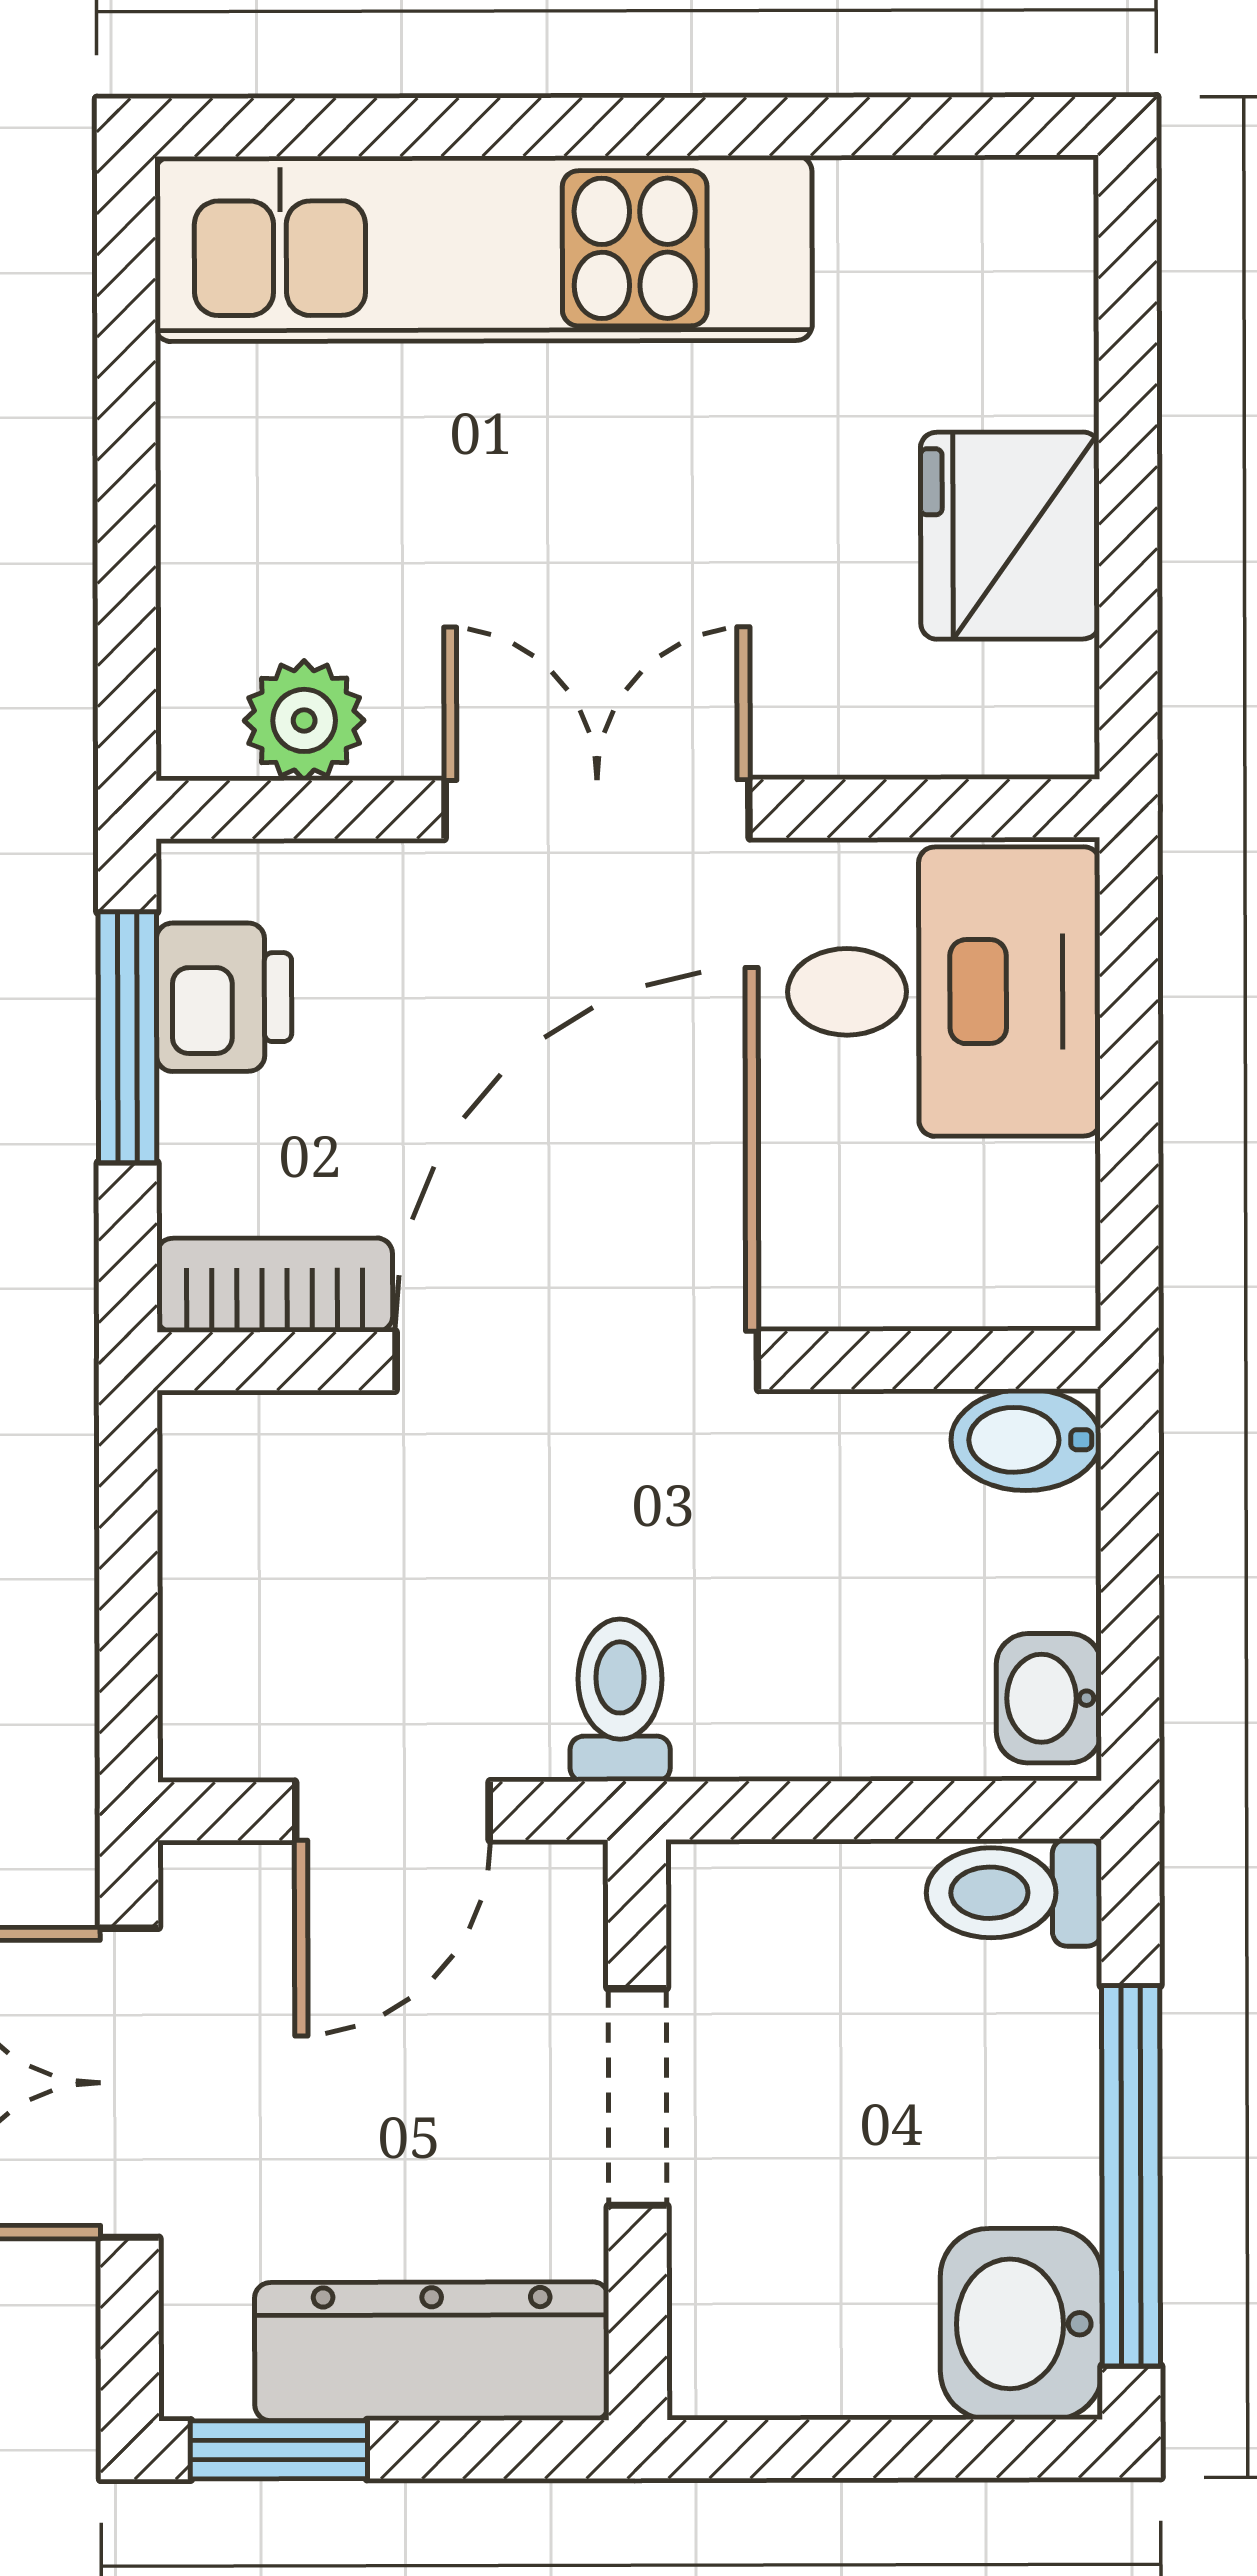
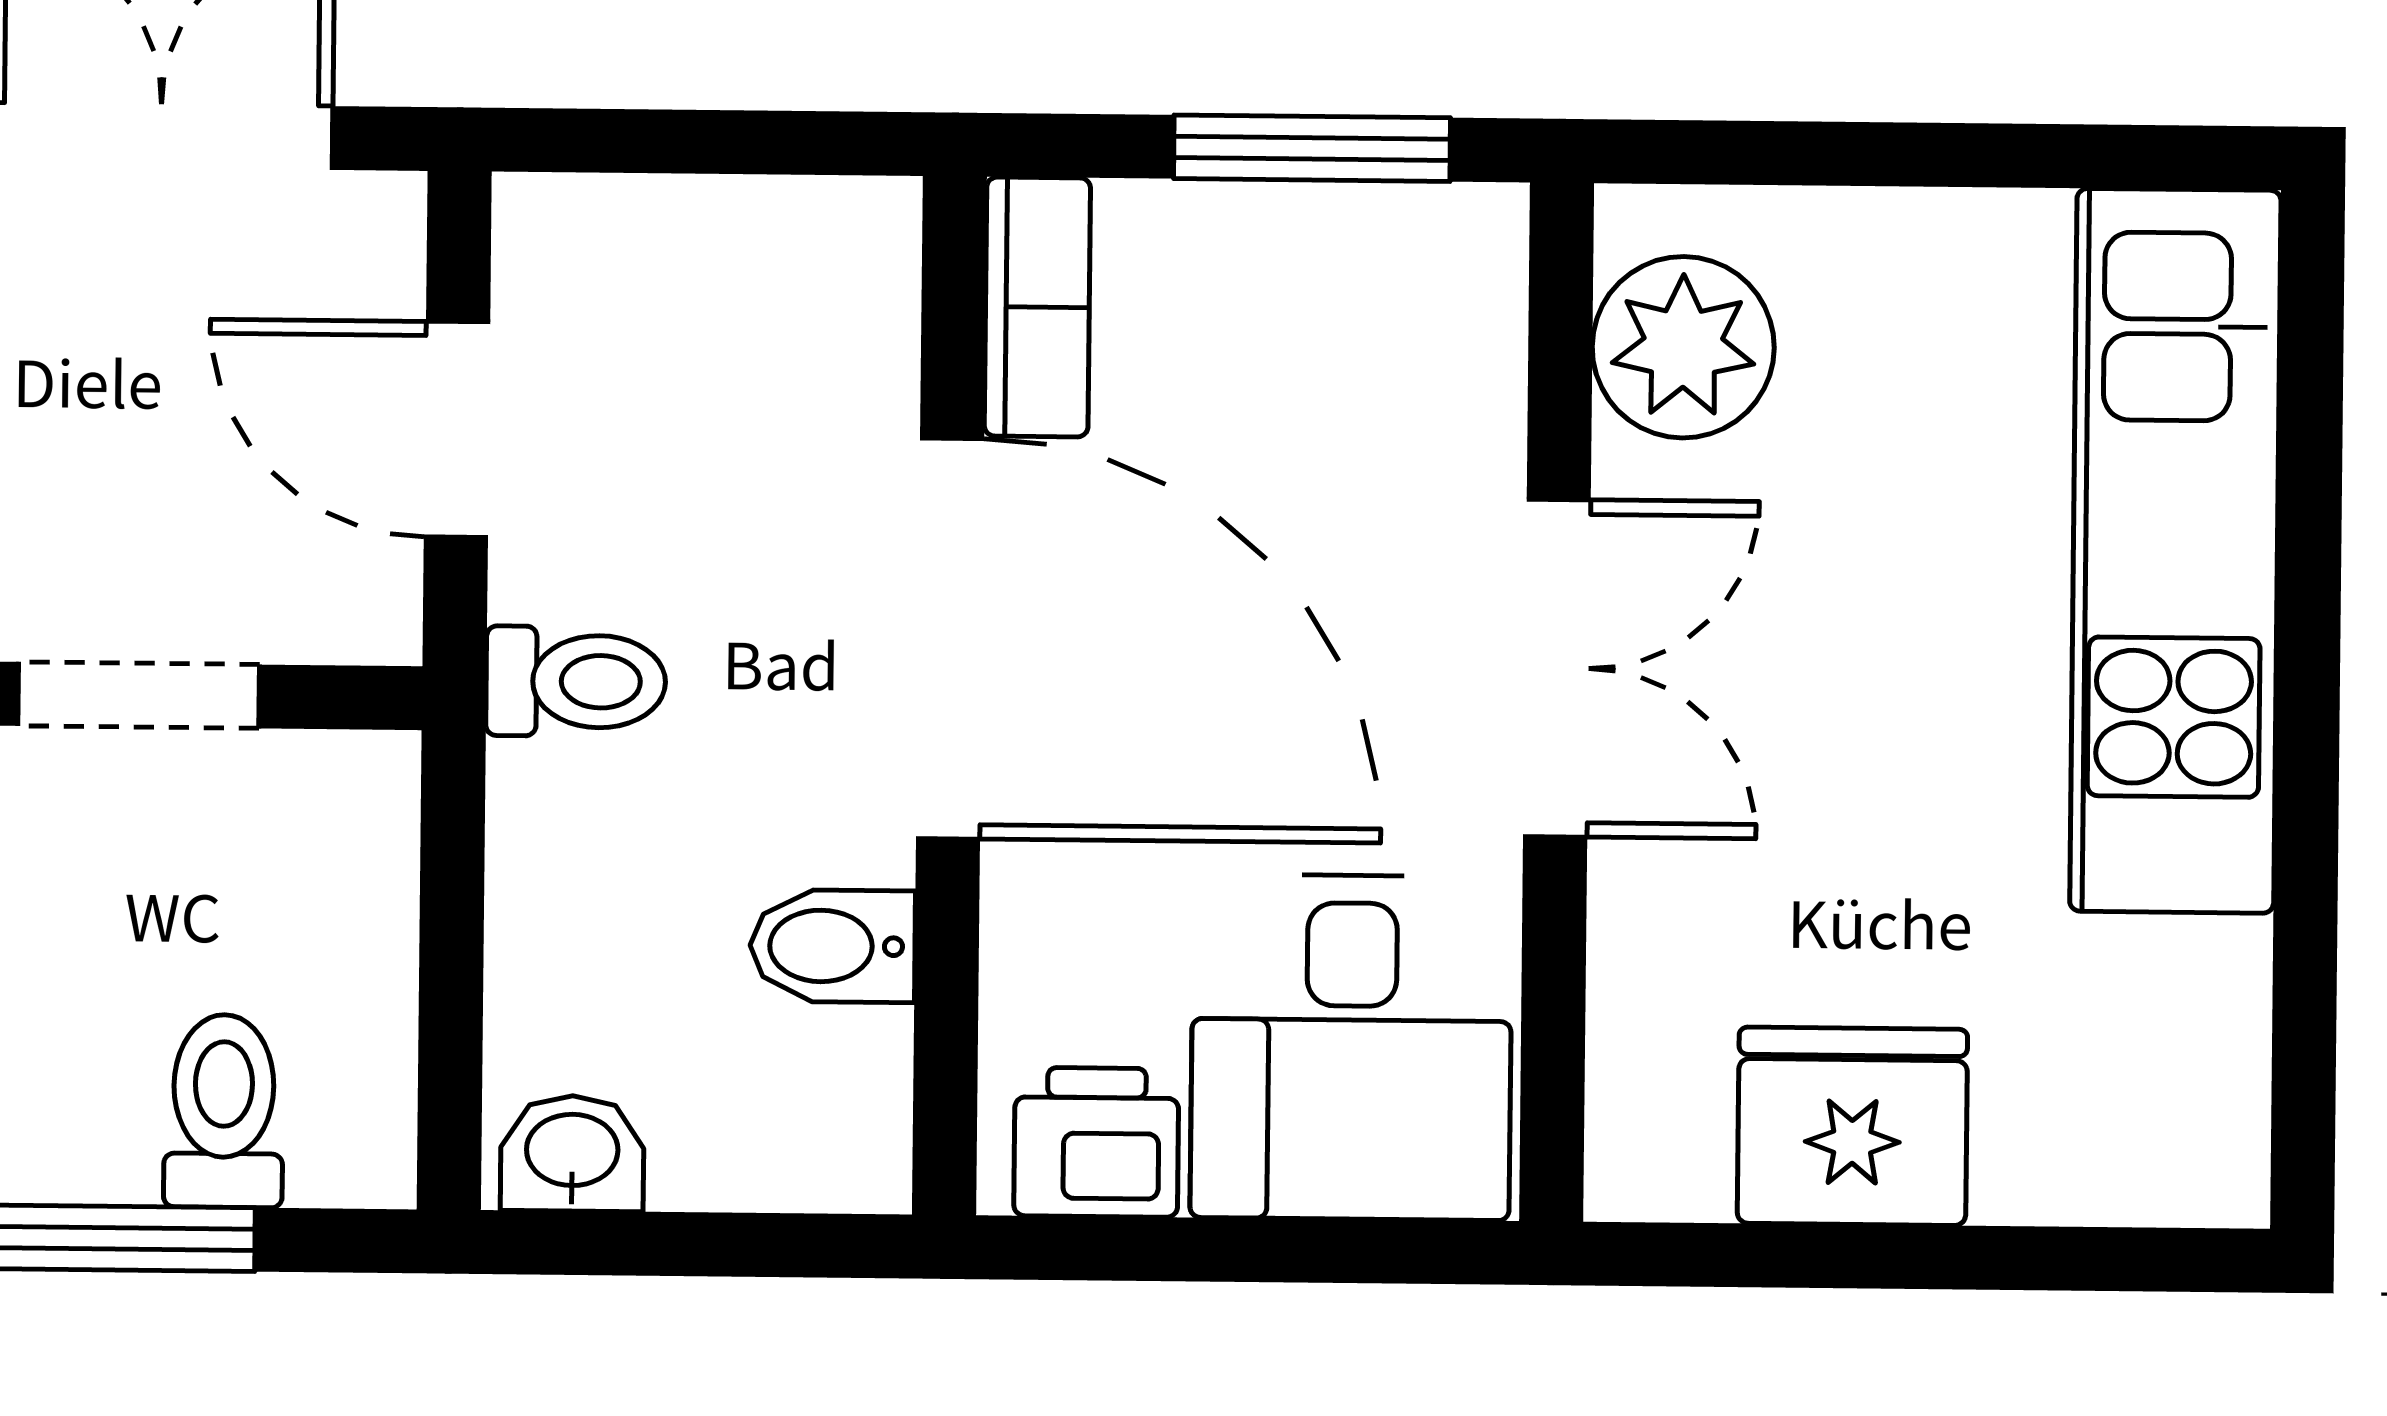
plant: (304, 720) -> (1683, 347), width x1.38, depth x1.38
printer: (224, 997) -> (1096, 1142), moved, turned 180
bidet: (1026, 1440) -> (833, 946), moved, turned -90
toilet: (1014, 1893) -> (224, 1111), moved

